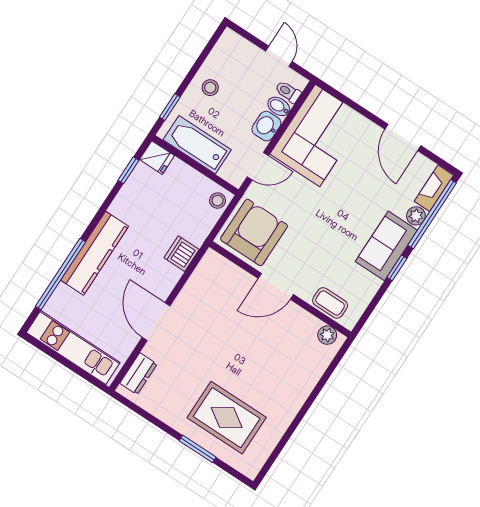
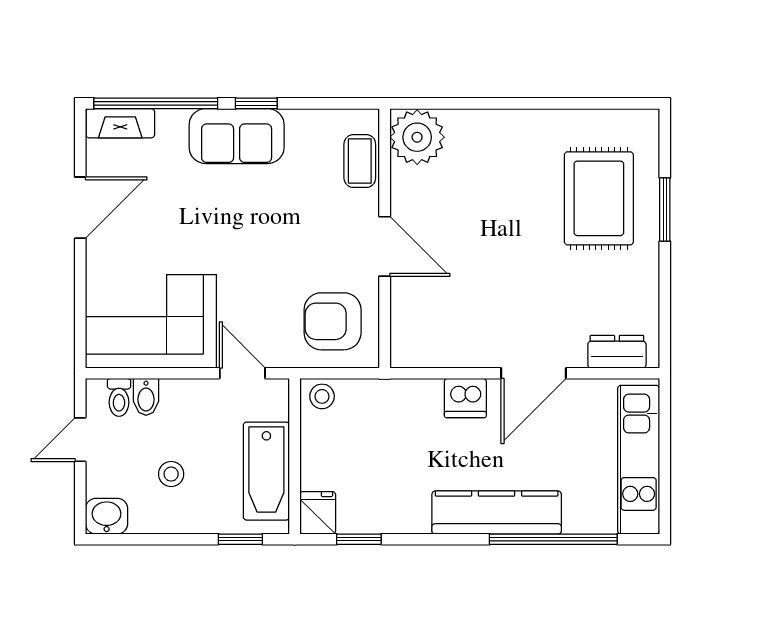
stool: (210, 88) -> (171, 474), moved
washbasin: (266, 126) -> (107, 516), moved, turned 180
plant: (416, 216) -> (172, 123), removed
armchair: (254, 232) -> (333, 321), width x0.73, depth x0.73
dishwasher: (182, 254) -> (465, 398), moved
plant: (327, 335) -> (417, 137), width x1.88, depth x1.88

